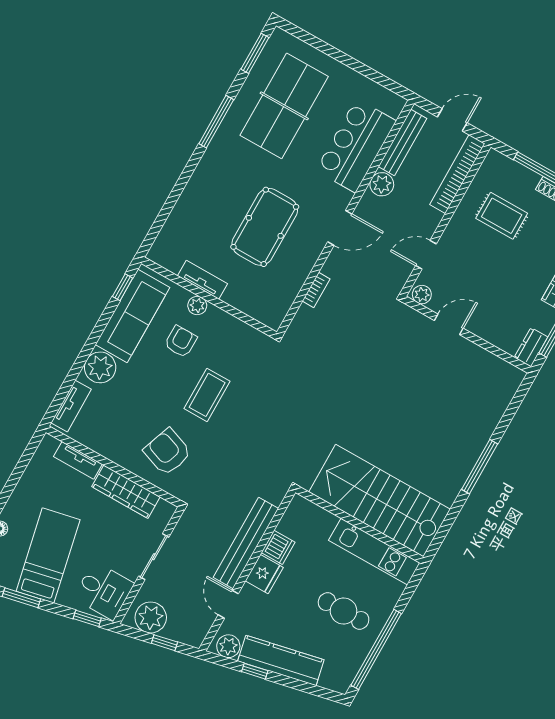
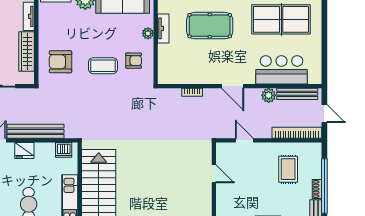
pool table: (265, 227) -> (210, 26), moved
plant: (422, 295) -> (222, 150), removed
armchair: (181, 342) -> (134, 61), moved
armchair: (167, 452) -> (60, 62), turned -110
dishwasher: (278, 547) -> (64, 150), moved

